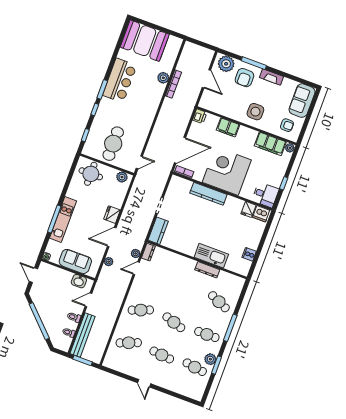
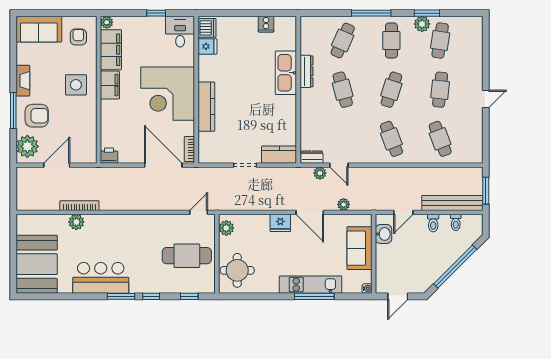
filing cabinet: (228, 127) -> (110, 85), moved
door: (139, 162) -> (199, 212), hinge flipped
cafe table: (186, 290) -> (343, 90), added
door: (88, 300) -> (403, 212), hinge flipped

